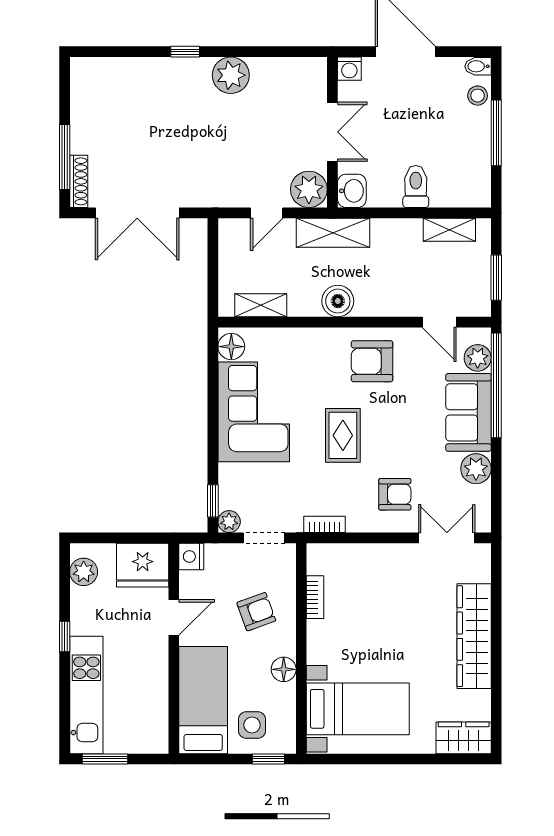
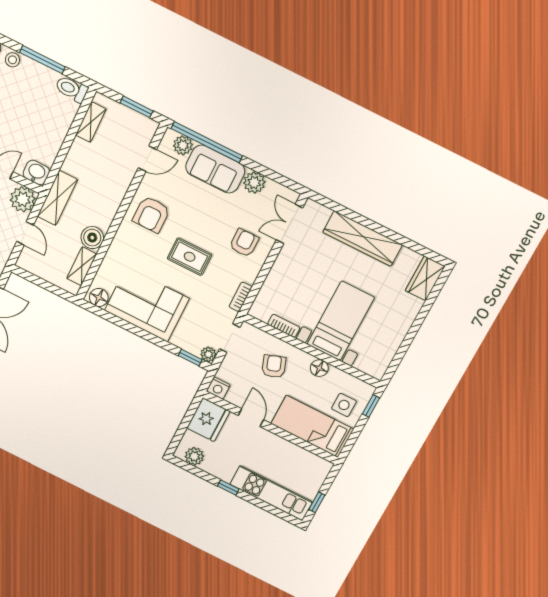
toilet: (416, 186) -> (72, 89), moved
boiler: (338, 301) -> (92, 238), moved
bed with nightstands: (358, 709) -> (341, 321), moved
window: (105, 759) -> (317, 502), width x0.67

